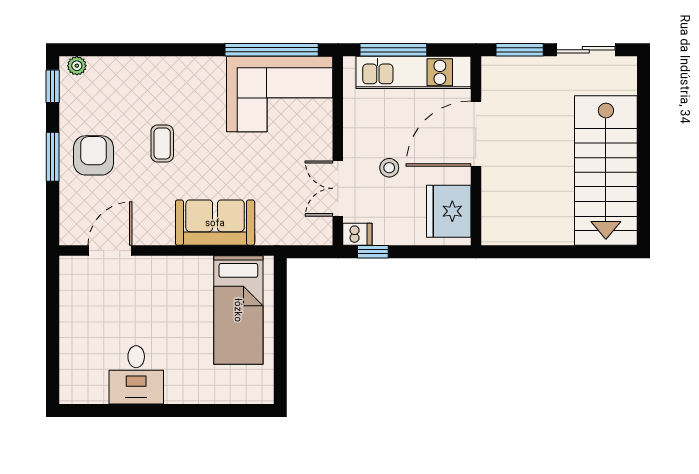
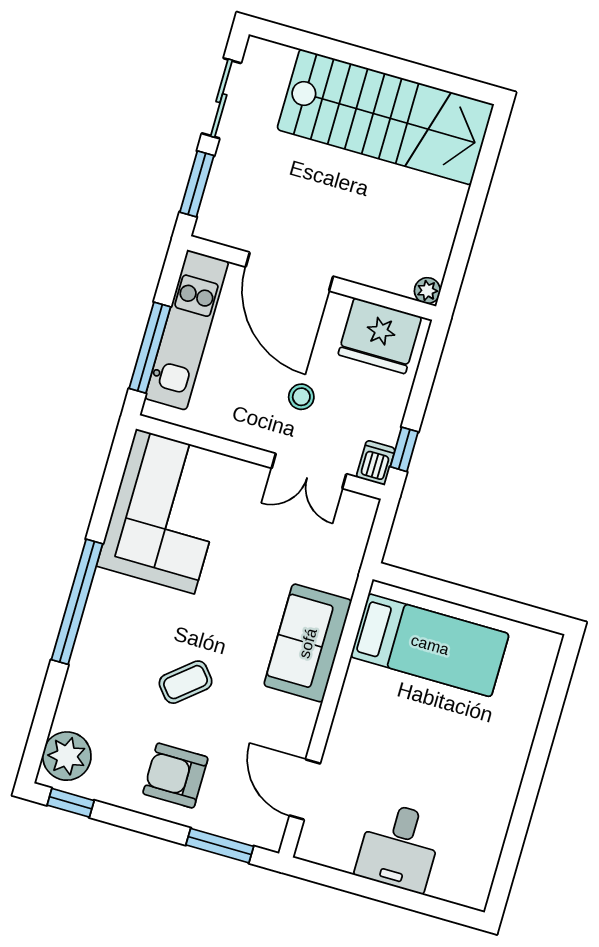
window: (272, 50) -> (77, 602), moved
plant: (77, 66) -> (67, 756), width x1.88, depth x1.88
coffee table: (162, 144) -> (186, 682), turned -40
window: (53, 157) -> (220, 846), moved
plant: (491, 236) -> (427, 291), added
desk: (136, 375) -> (399, 847), moved, turned 90

